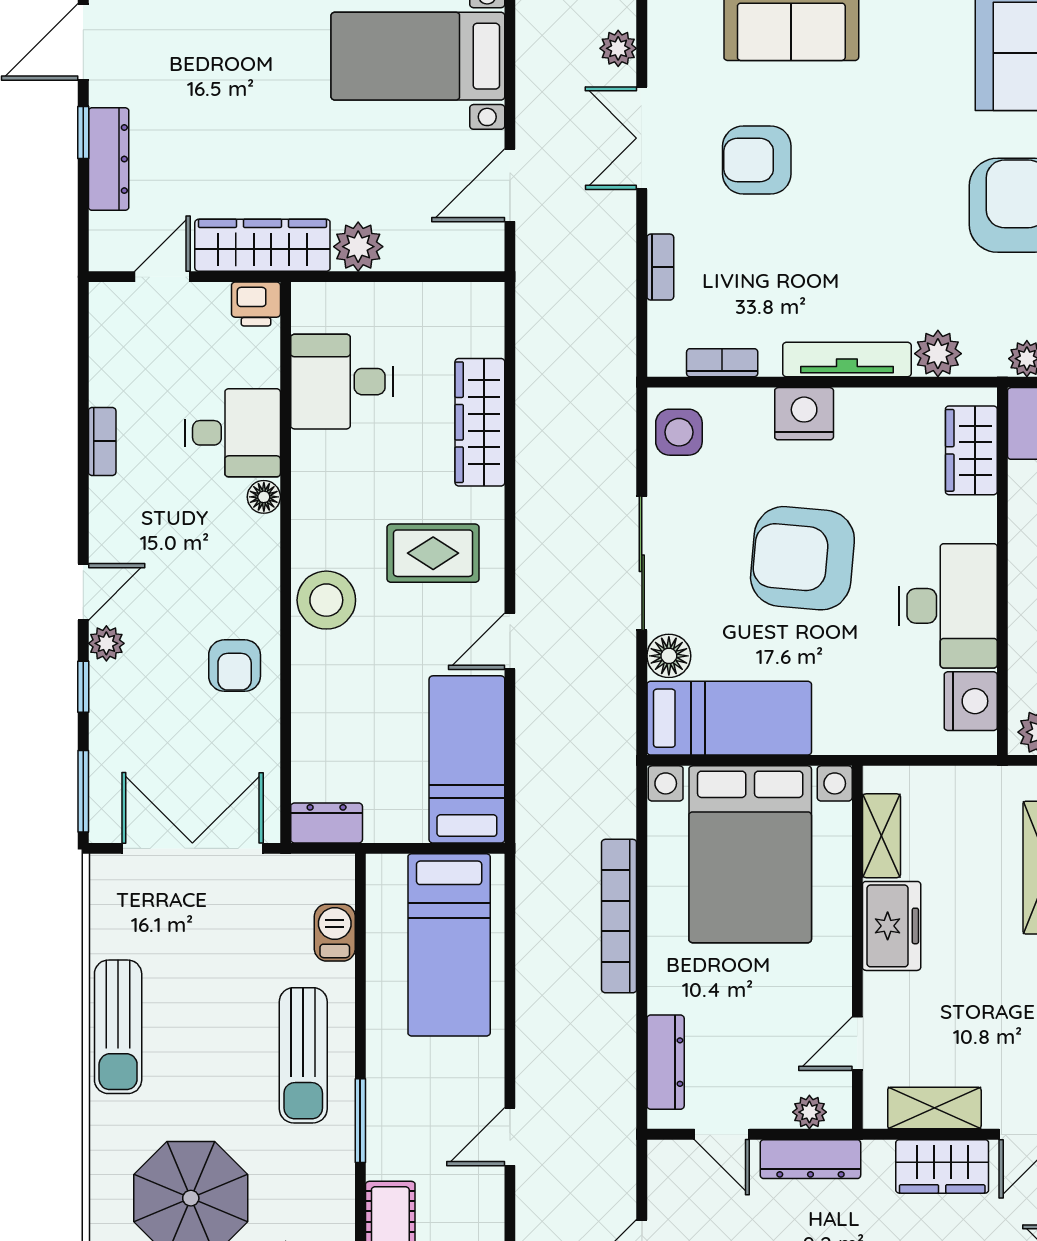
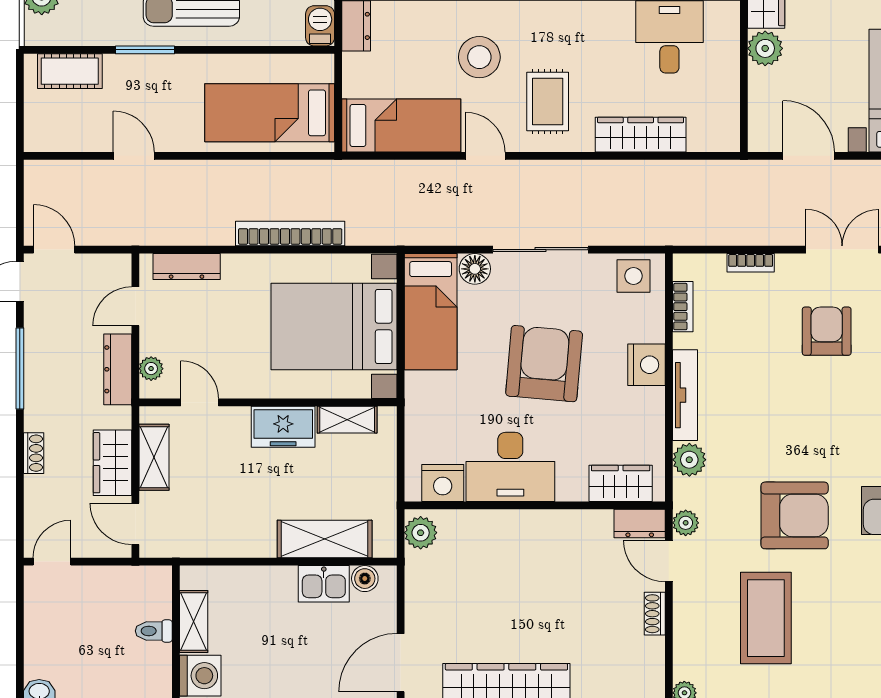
stool: (326, 600) -> (479, 57), moved
barbecue: (335, 933) -> (320, 26), moved, turned -90

